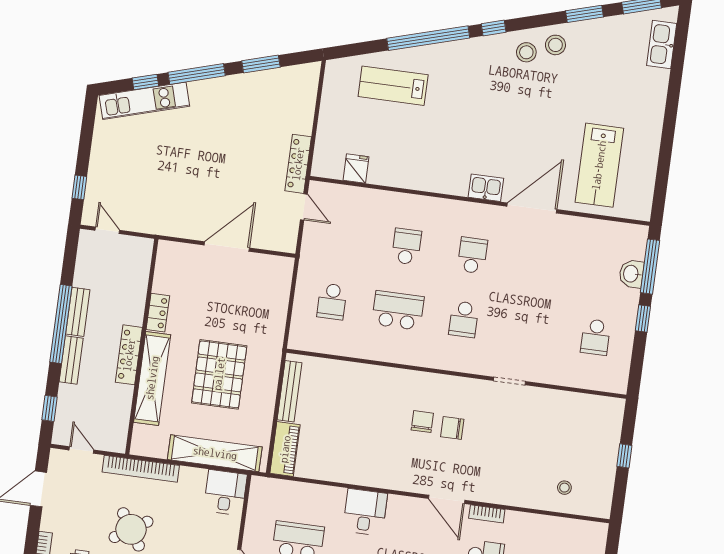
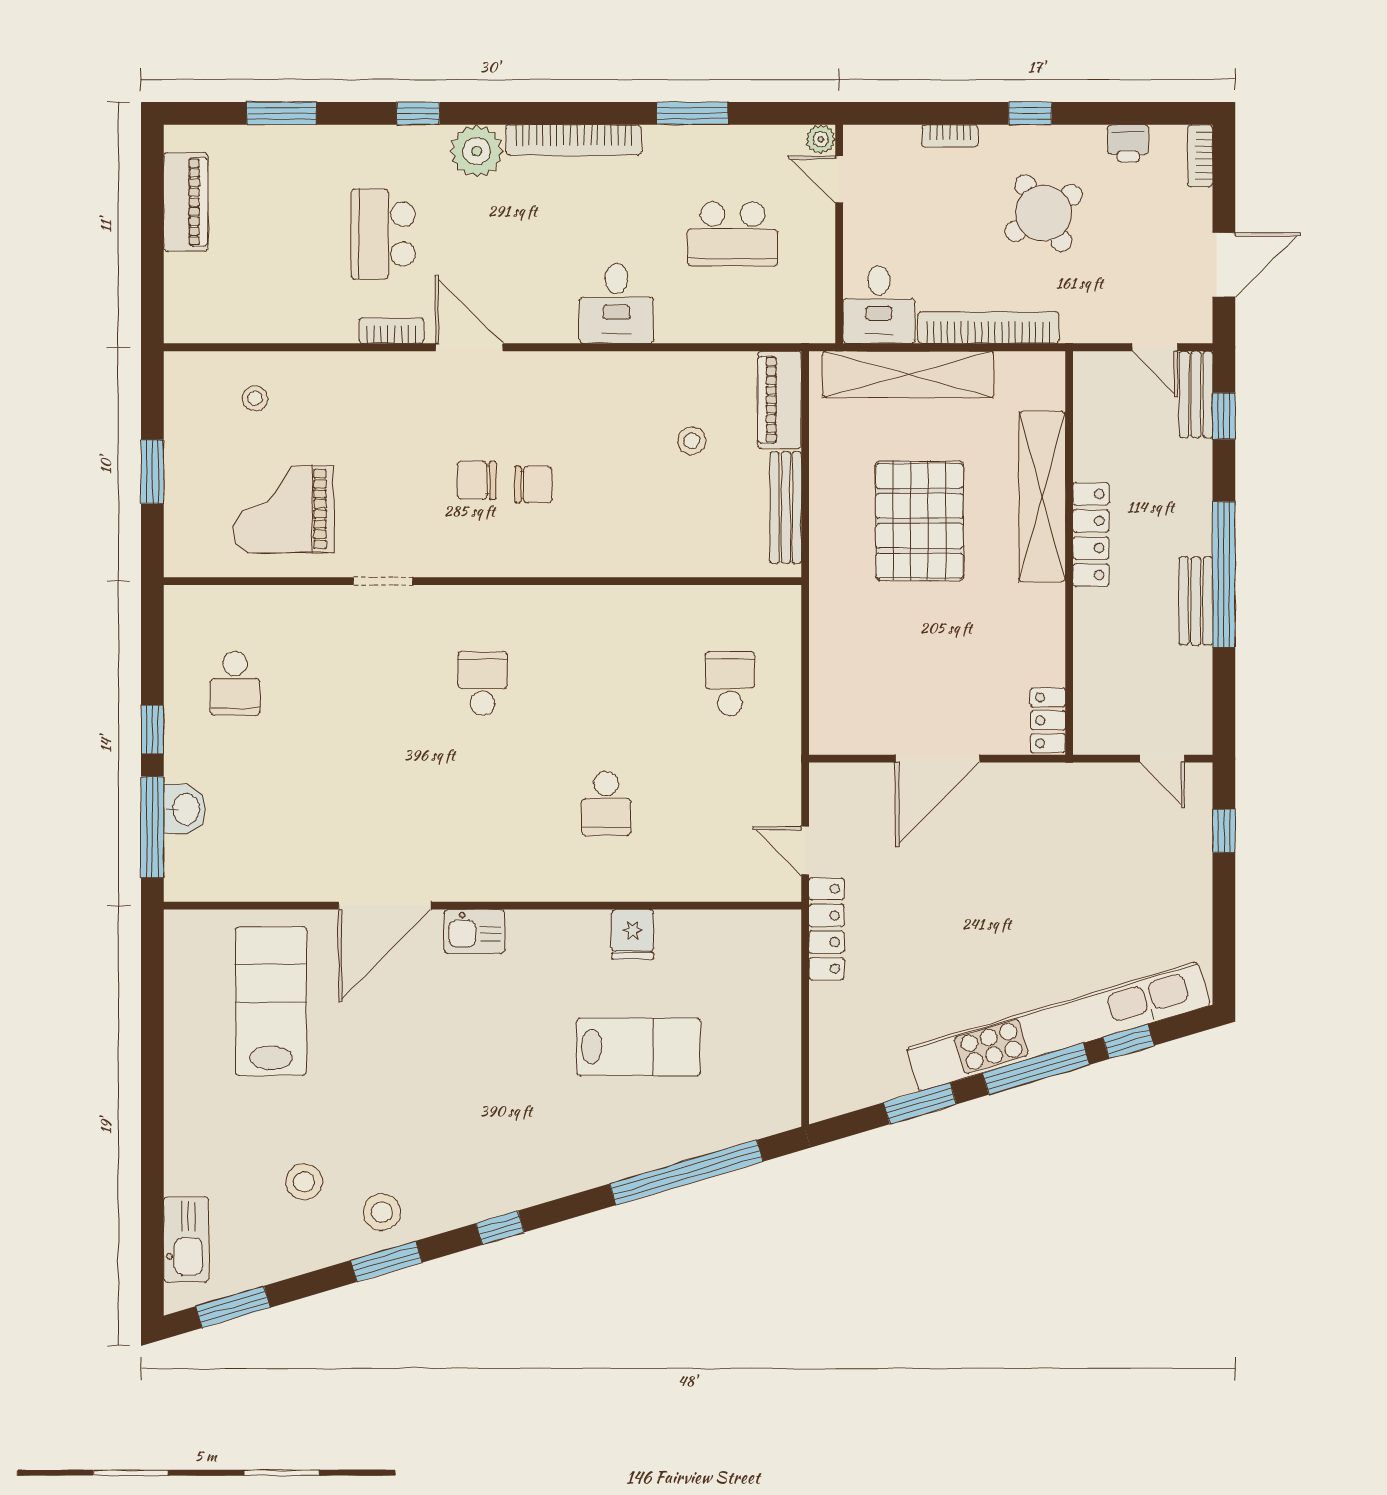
window: (585, 14) -> (386, 1261), moved
window: (428, 38) -> (686, 1173), moved
stool: (526, 52) -> (304, 1182), moved
lab bench: (393, 86) -> (639, 1047), moved
kitchen unit: (144, 101) -> (1058, 1026), width x1.86
fridge: (356, 169) -> (633, 934), moved
school desk: (472, 255) -> (483, 803), removed
school desk: (398, 310) -> (606, 683), removed
locker: (158, 313) -> (1048, 720), moved
school desk: (596, 337) -> (235, 683), turned 180
bench: (71, 360) -> (1196, 394), moved
chair: (422, 422) -> (533, 485), turned -90
grand piano: (557, 426) -> (284, 509), added
chair: (452, 428) -> (477, 480), turned 180
stool: (335, 433) -> (692, 441), added
window: (624, 456) -> (152, 472), width x1.50
bookcase: (141, 469) -> (988, 328), moved

